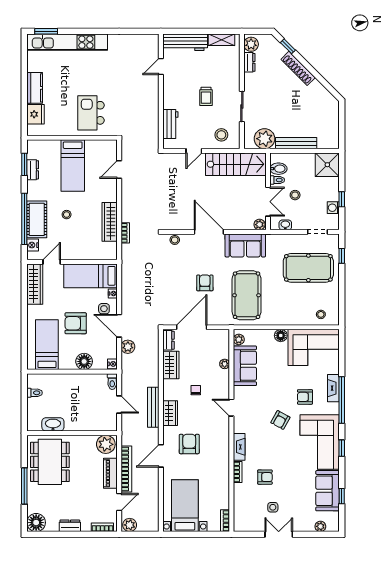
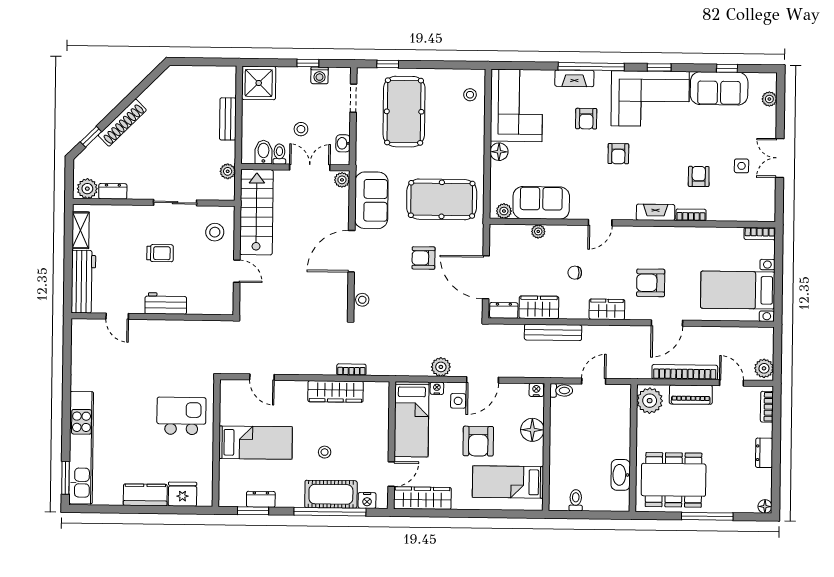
kitchen island: (91, 113) -> (181, 416), turned 180
workbench: (170, 124) -> (166, 303), moved
plant: (264, 139) -> (228, 171), width x0.53, depth x0.53
bench: (296, 143) -> (228, 119), width x0.73
door: (52, 262) -> (391, 474), swing flipped
plant: (128, 347) -> (441, 367), moved
bench: (153, 407) -> (553, 332), moved
armchair: (280, 420) -> (618, 154), turned 61
door: (161, 456) -> (667, 323), hinge flipped
floor lamp: (36, 523) -> (765, 506), width x0.53, depth x0.53

